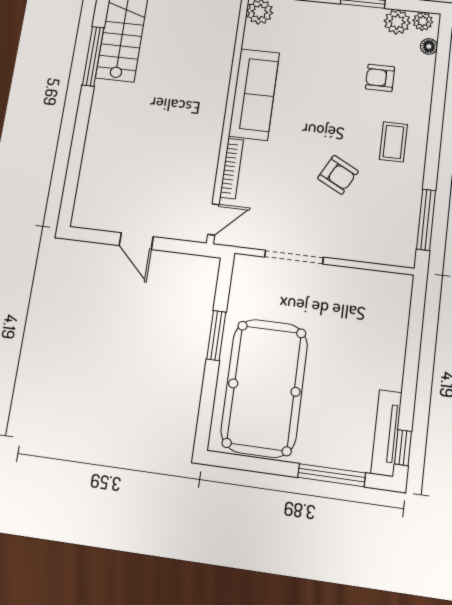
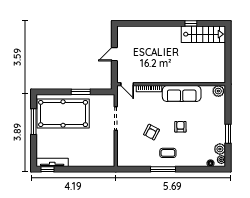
window: (93, 56) -> (191, 23), width x0.46
armchair: (380, 78) -> (180, 127), moved
window: (426, 220) -> (163, 169), moved
window: (332, 475) -> (34, 122), moved

